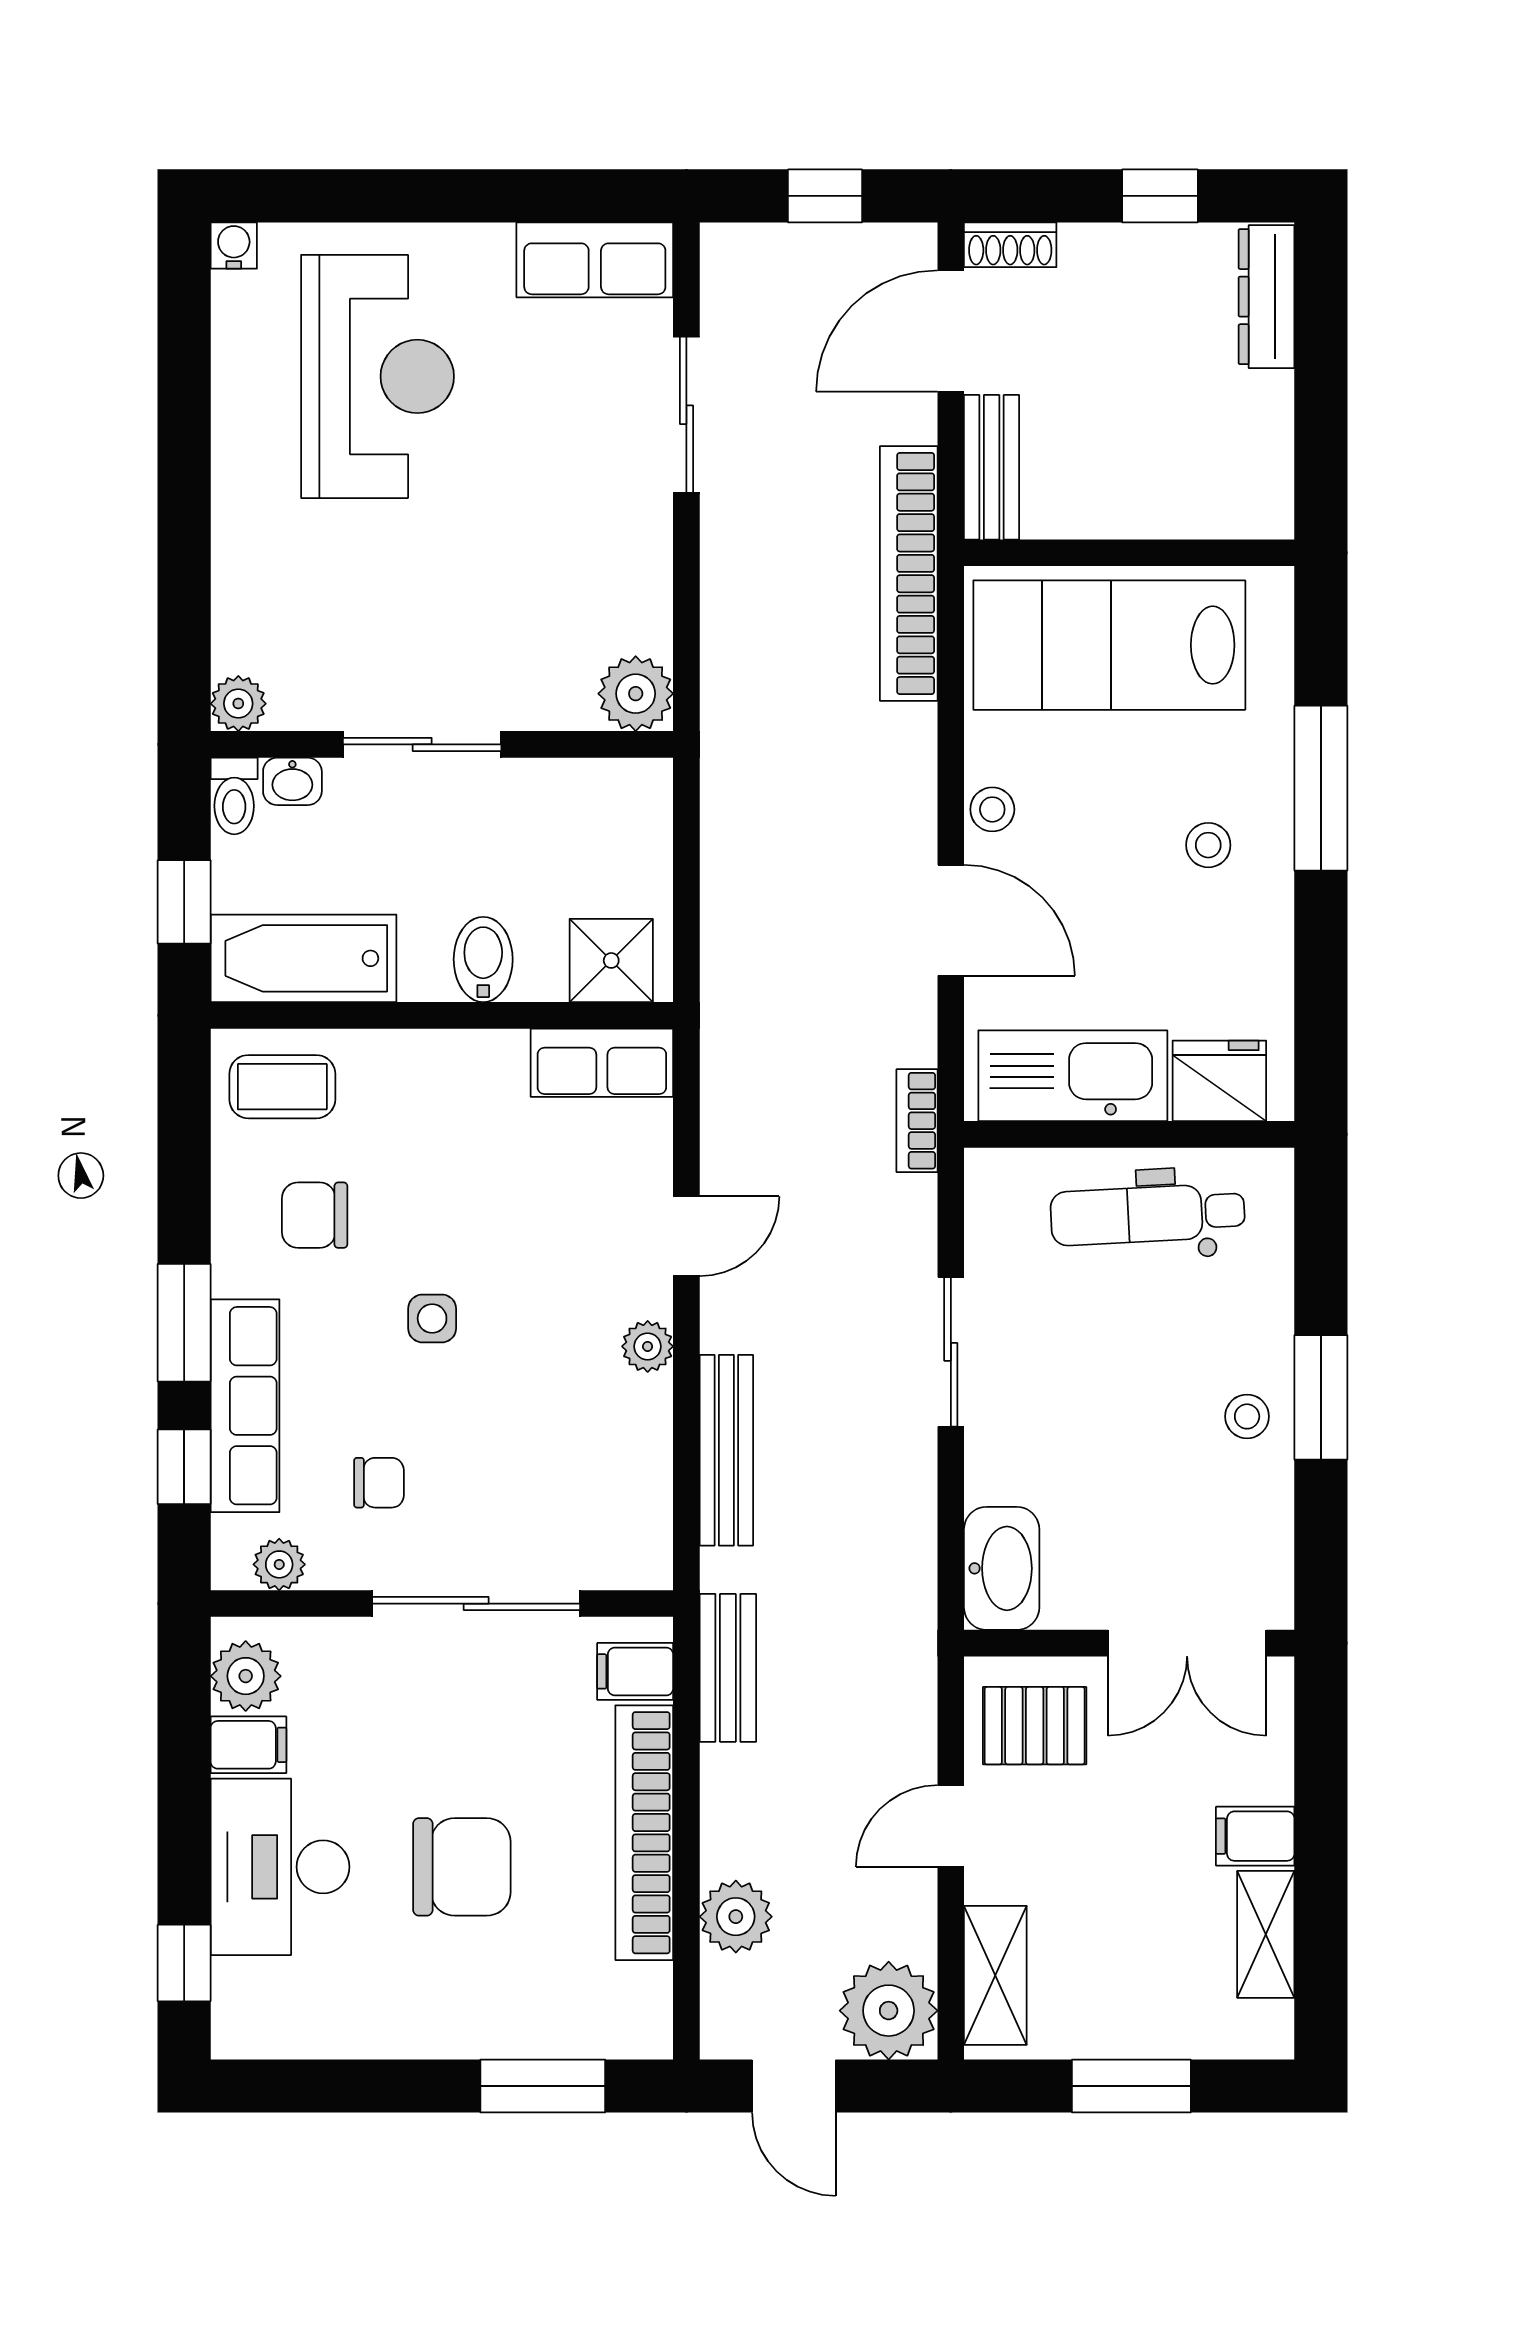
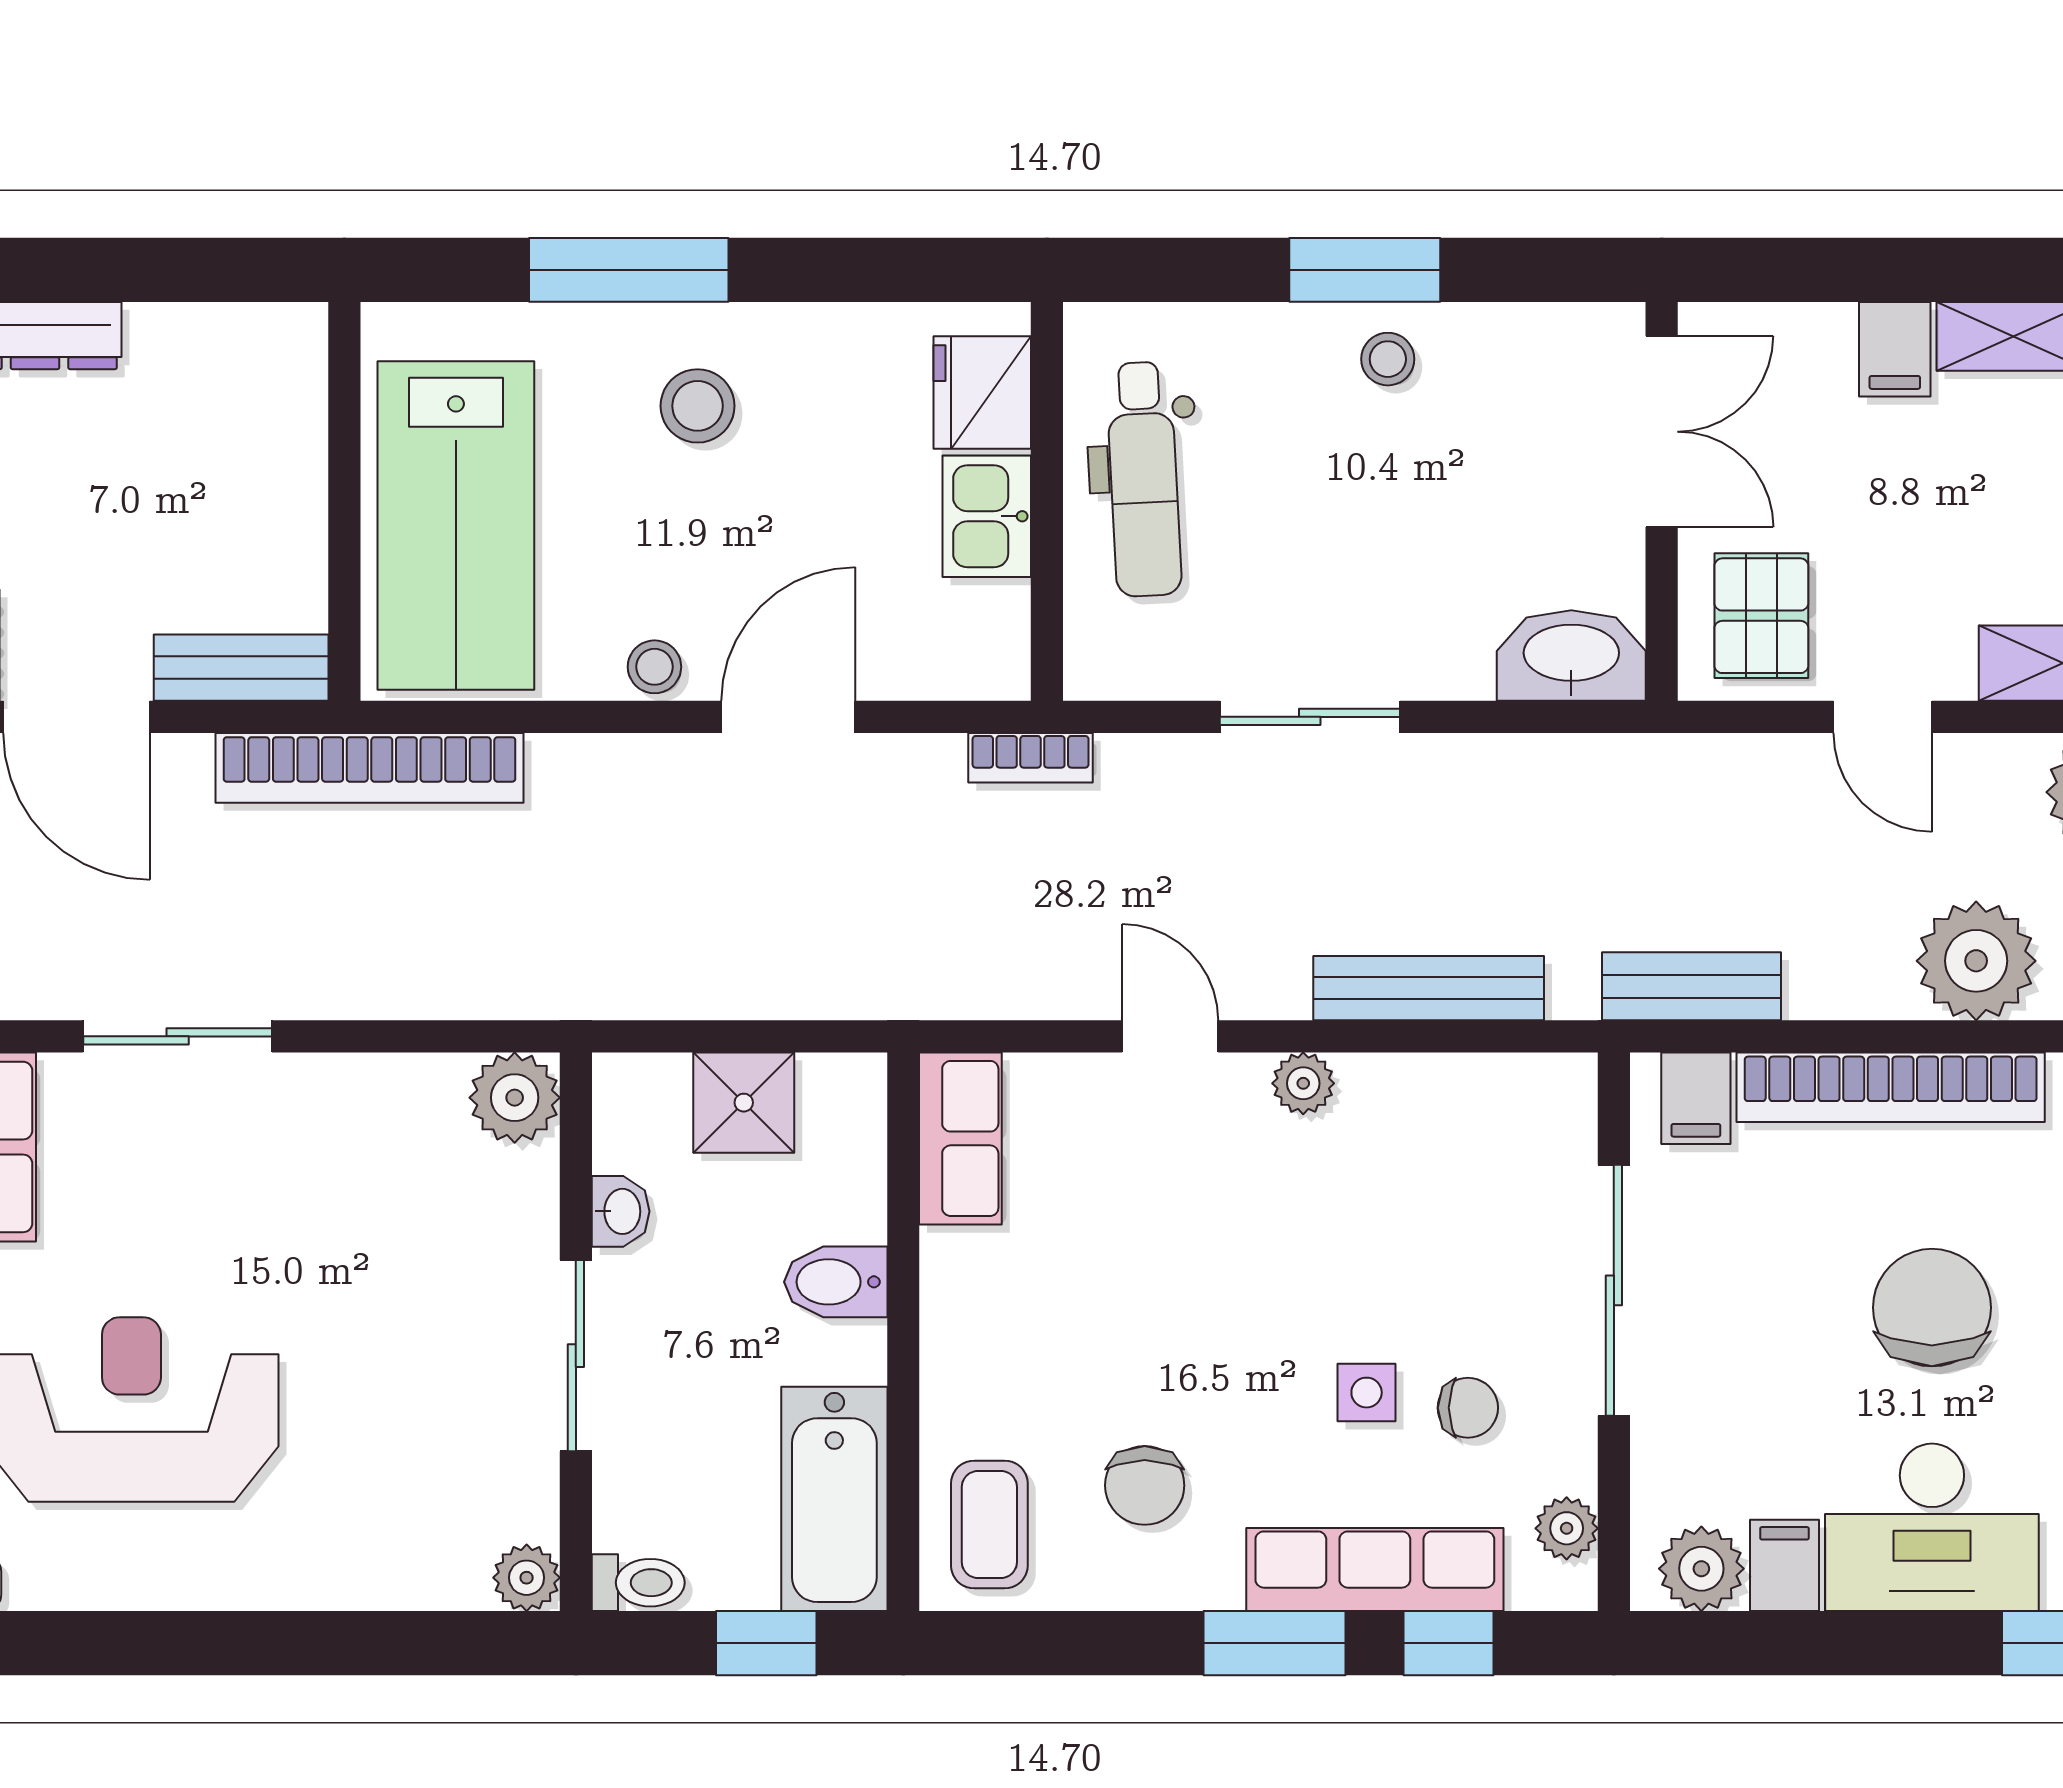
washbasin: (292, 781) -> (621, 1211), moved
stool: (1208, 845) -> (698, 406), width x1.37, depth x1.37
shower: (611, 960) -> (744, 1103), moved
kitchen sink: (1073, 1076) -> (987, 516), width x0.53, depth x0.81
side table: (432, 1318) -> (1367, 1393), moved
chair: (379, 1483) -> (1468, 1408), turned 90
plant: (736, 1917) -> (1976, 961), width x1.36, depth x1.36

